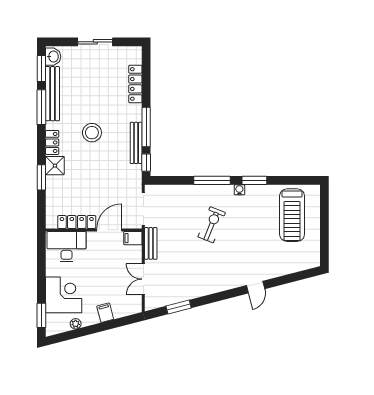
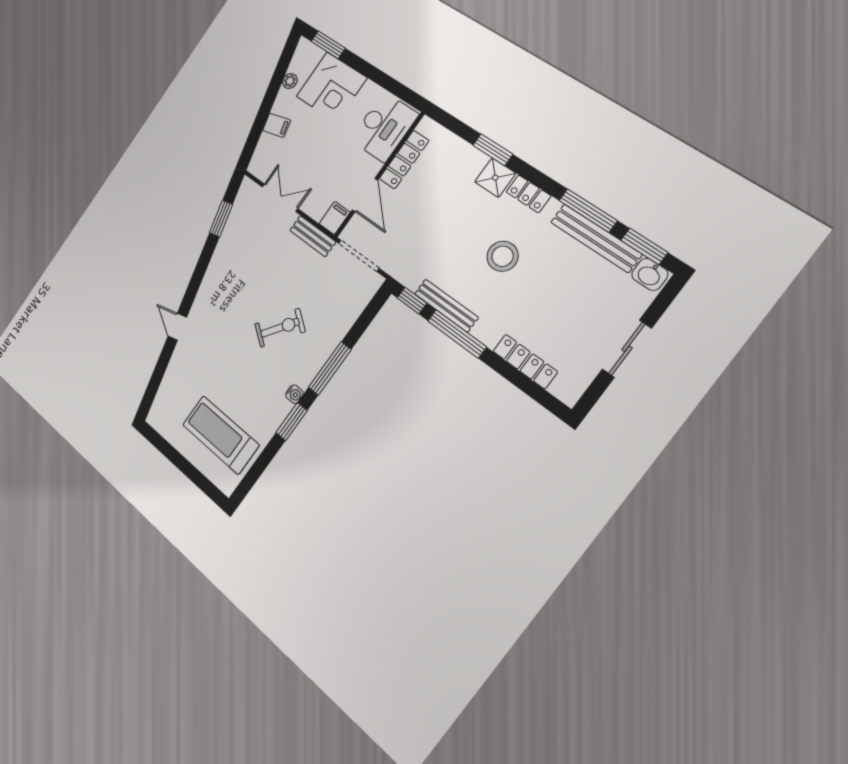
exercise bike: (212, 225) -> (280, 328), turned -76

